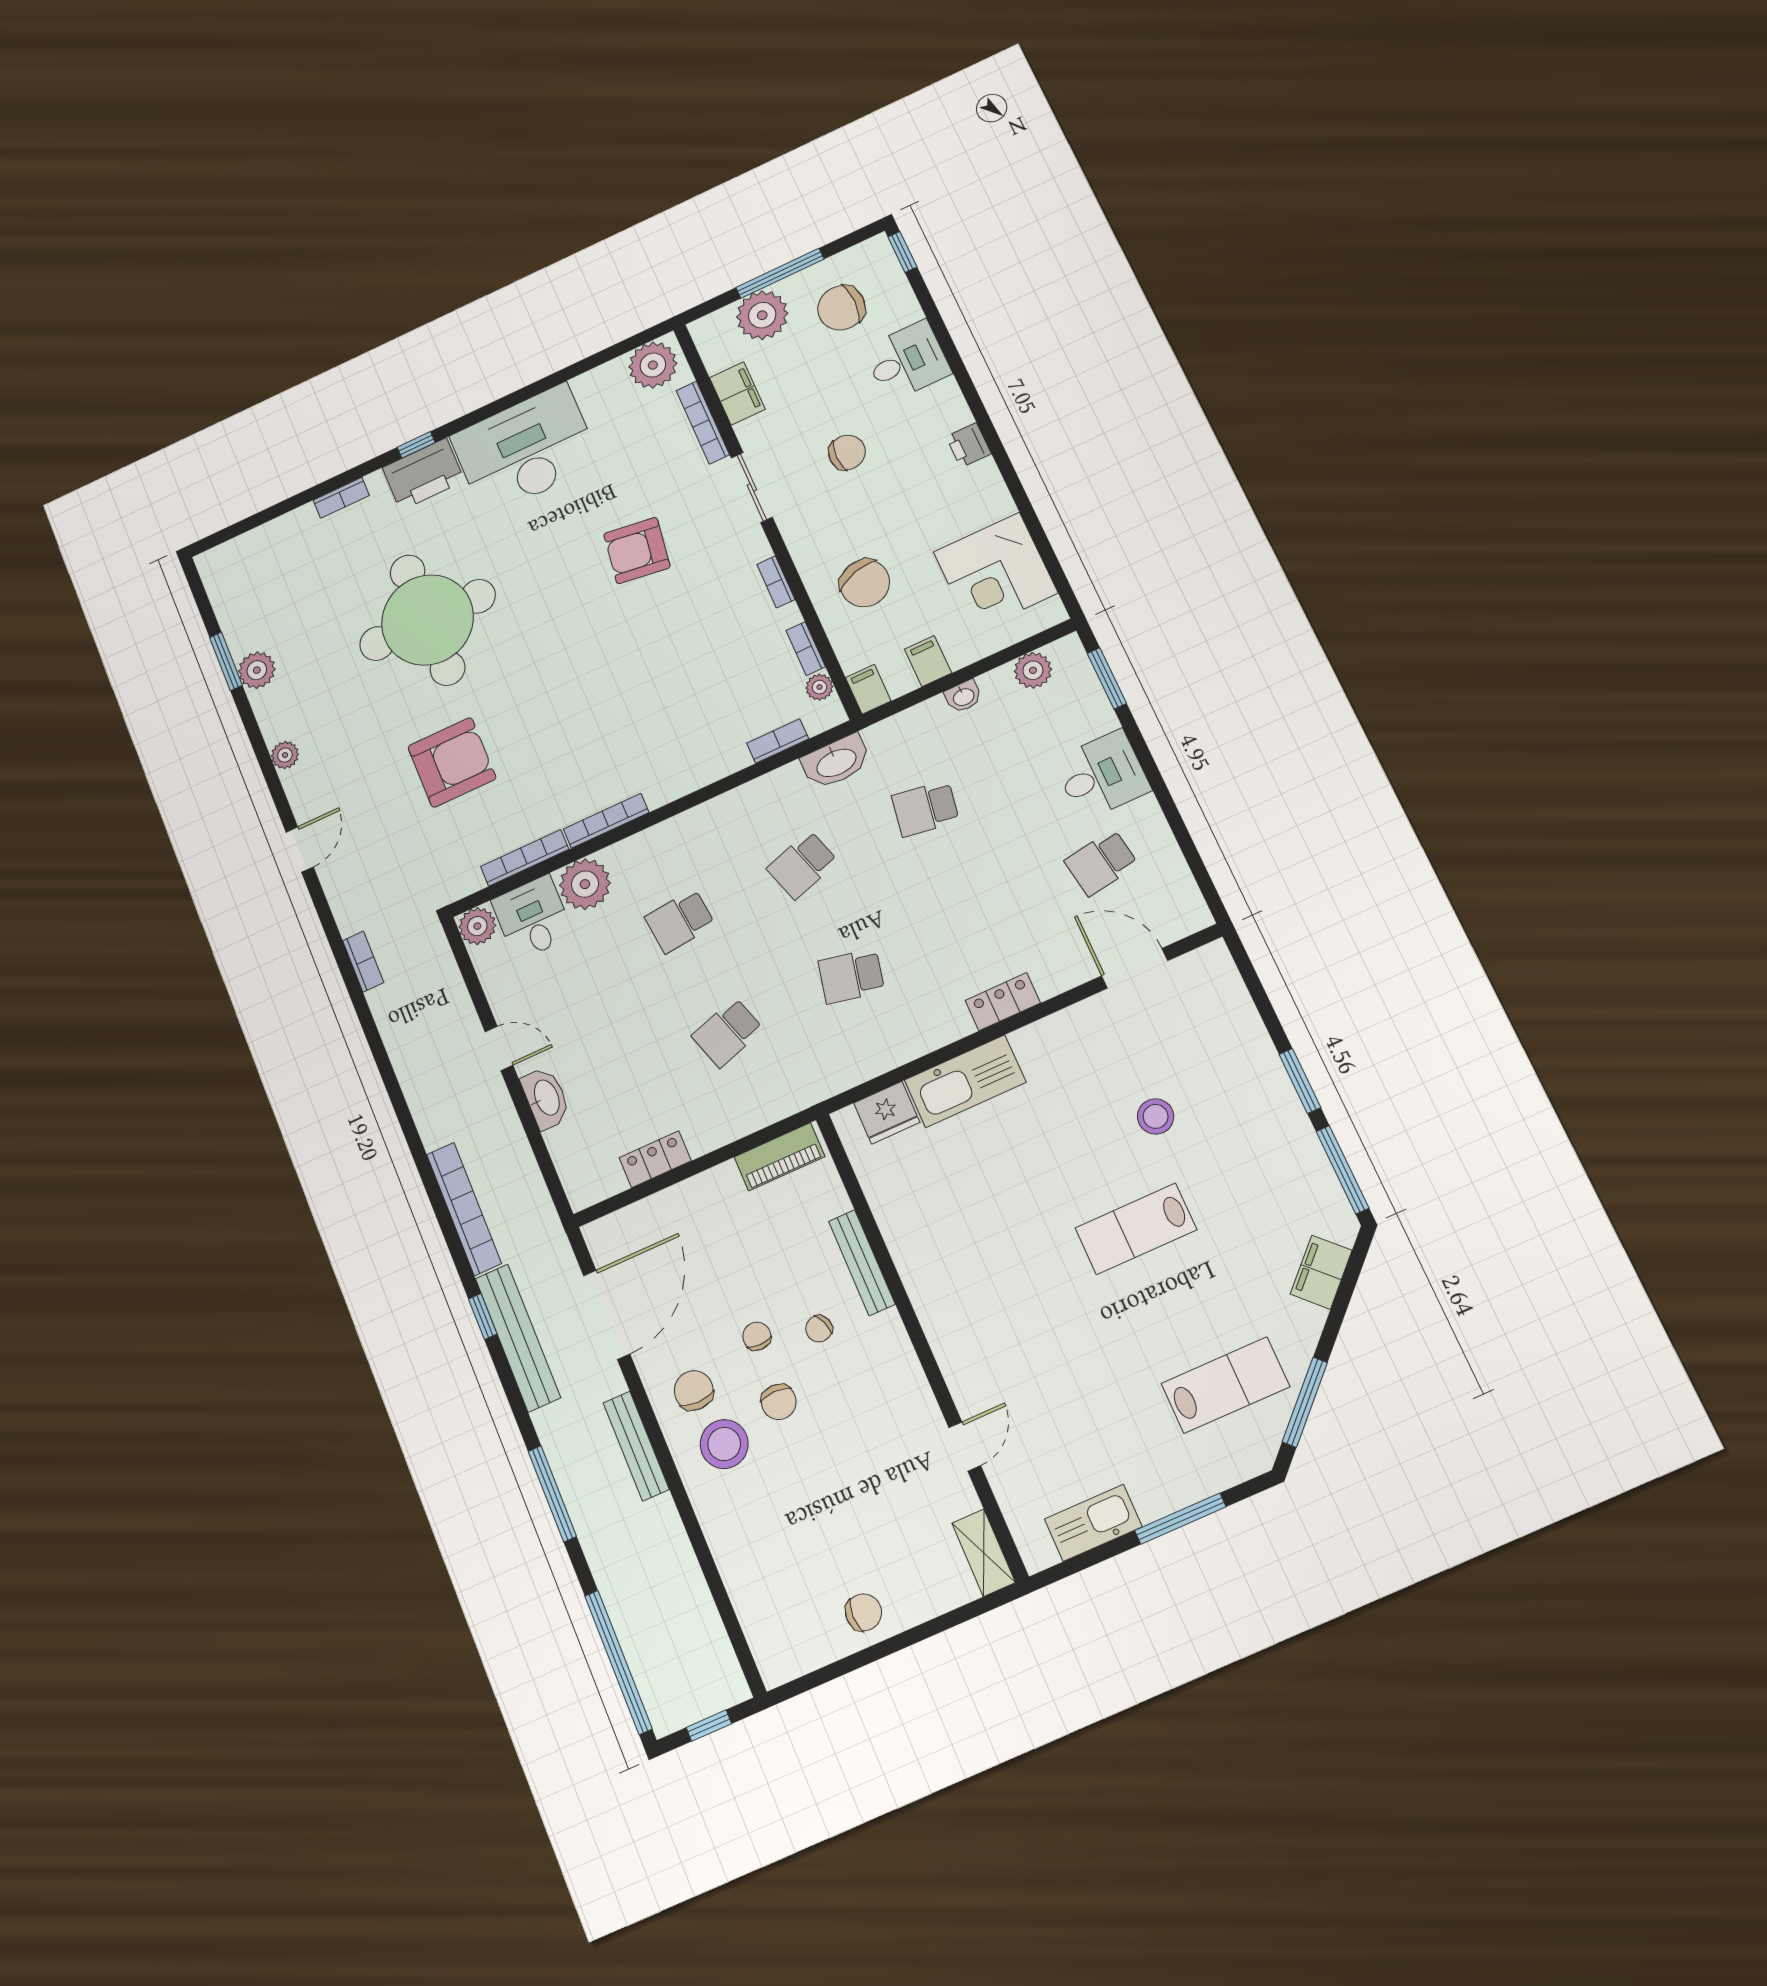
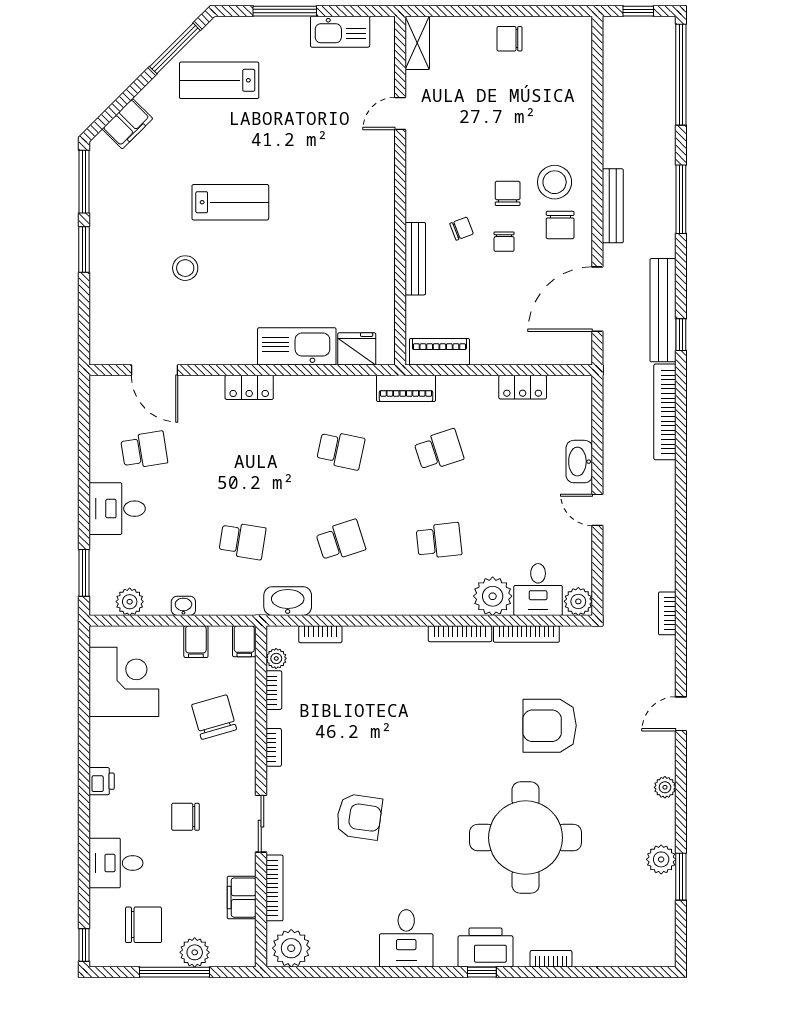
plant: (762, 315) -> (195, 952), width x0.73, depth x0.73
desk: (525, 450) -> (406, 938), width x0.53, depth x0.77
piano: (802, 1091) -> (406, 388), added

